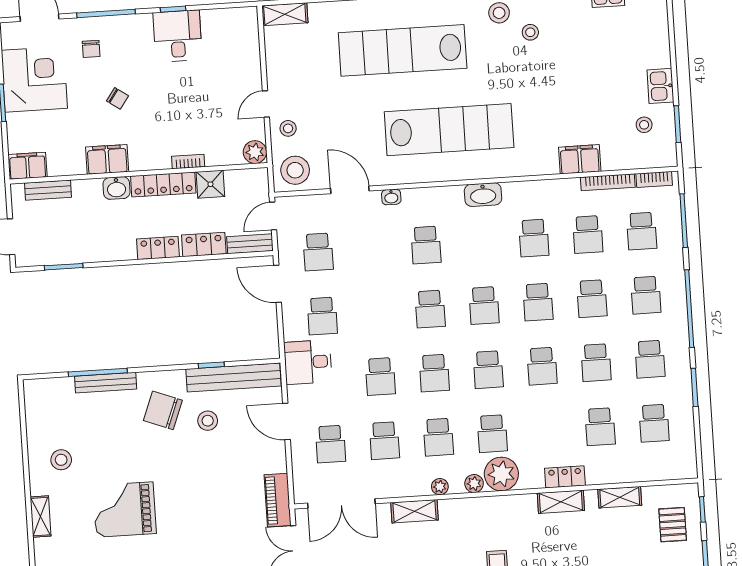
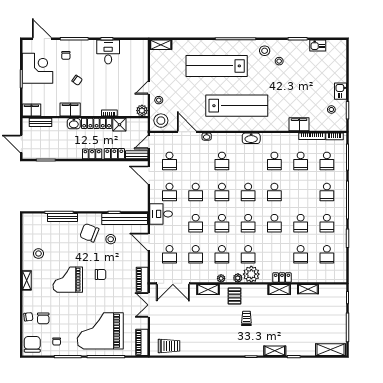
school desk: (592, 299) -> (196, 192), moved
chair: (192, 495) -> (101, 274), added
pallet: (673, 525) -> (234, 296), moved

